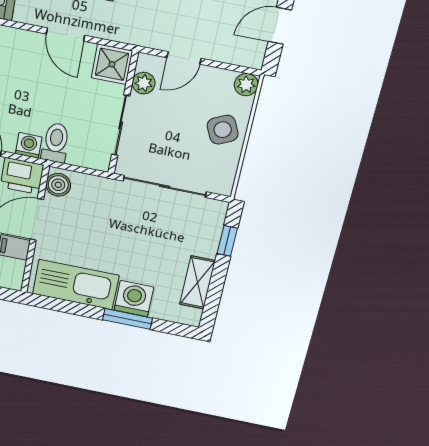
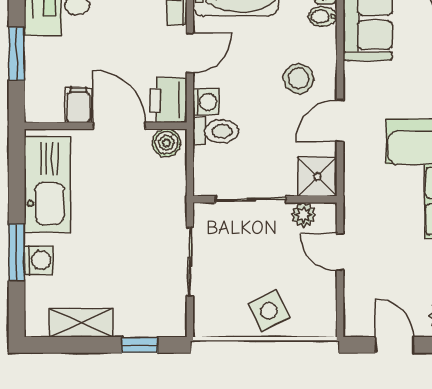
stool: (21, 63) -> (299, 78), added
plant: (246, 85) -> (324, 324), removed
sliding door: (165, 186) -> (190, 262), width x0.73
washing machine: (134, 299) -> (39, 260), width x0.73, depth x0.73

